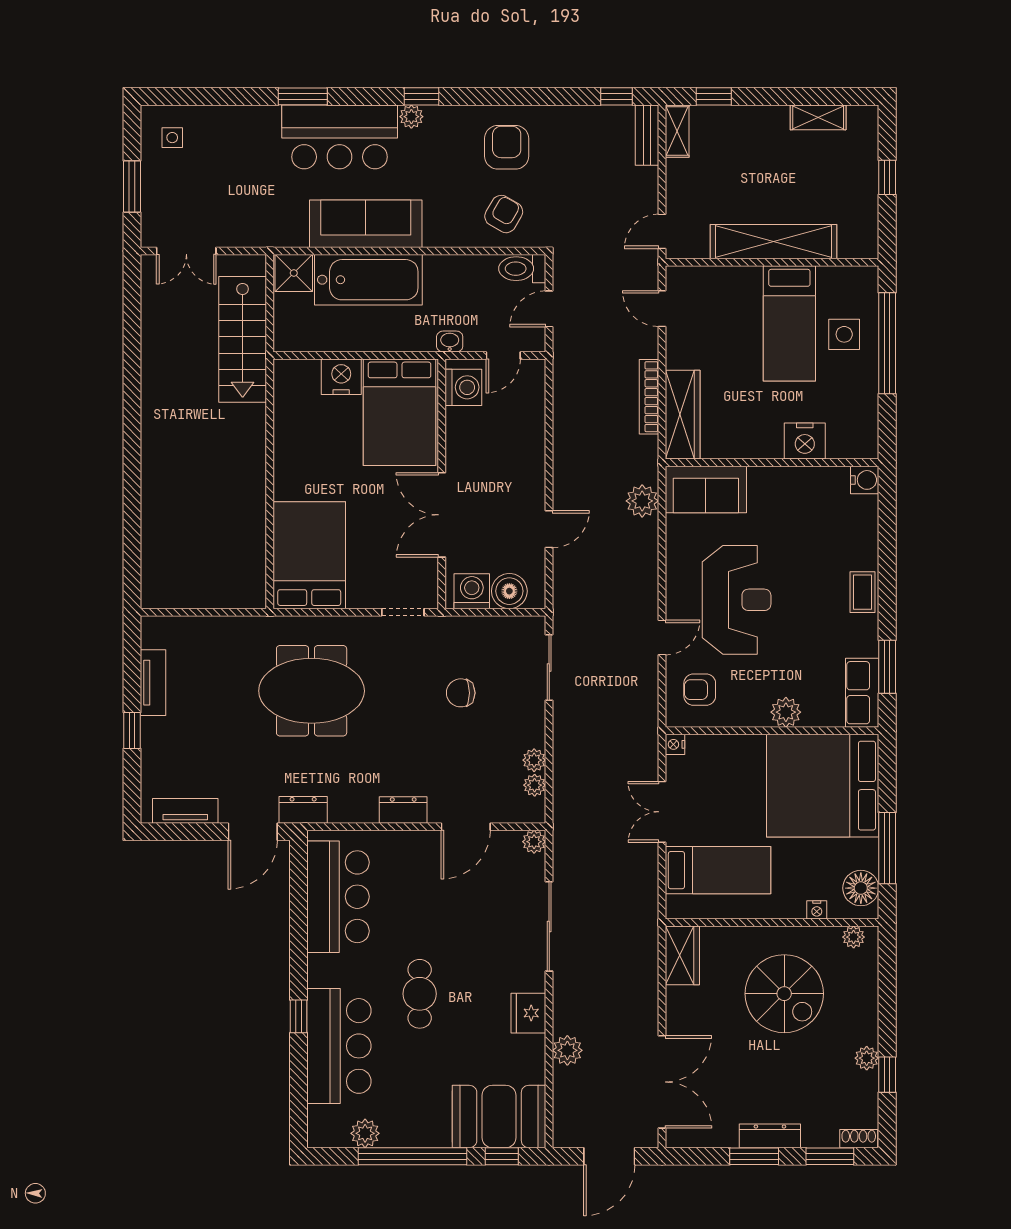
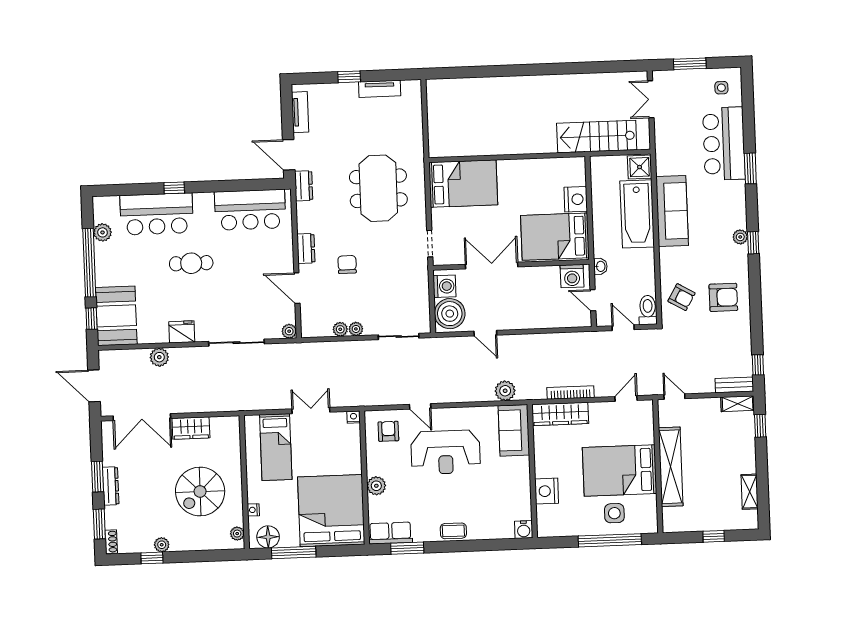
bar counter: (340, 137) -> (724, 144), moved
bed: (789, 323) -> (620, 470), width x1.50
boiler: (509, 591) -> (450, 314), width x1.37, depth x1.37
chair: (461, 693) -> (347, 264), moved
plant: (535, 785) -> (356, 329), moved
wardrobe: (682, 955) -> (191, 428), moved

